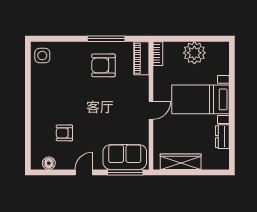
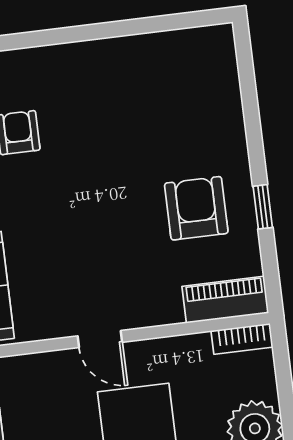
window: (106, 39) -> (263, 207), width x0.46
side table: (42, 56) -> (202, 55), removed

